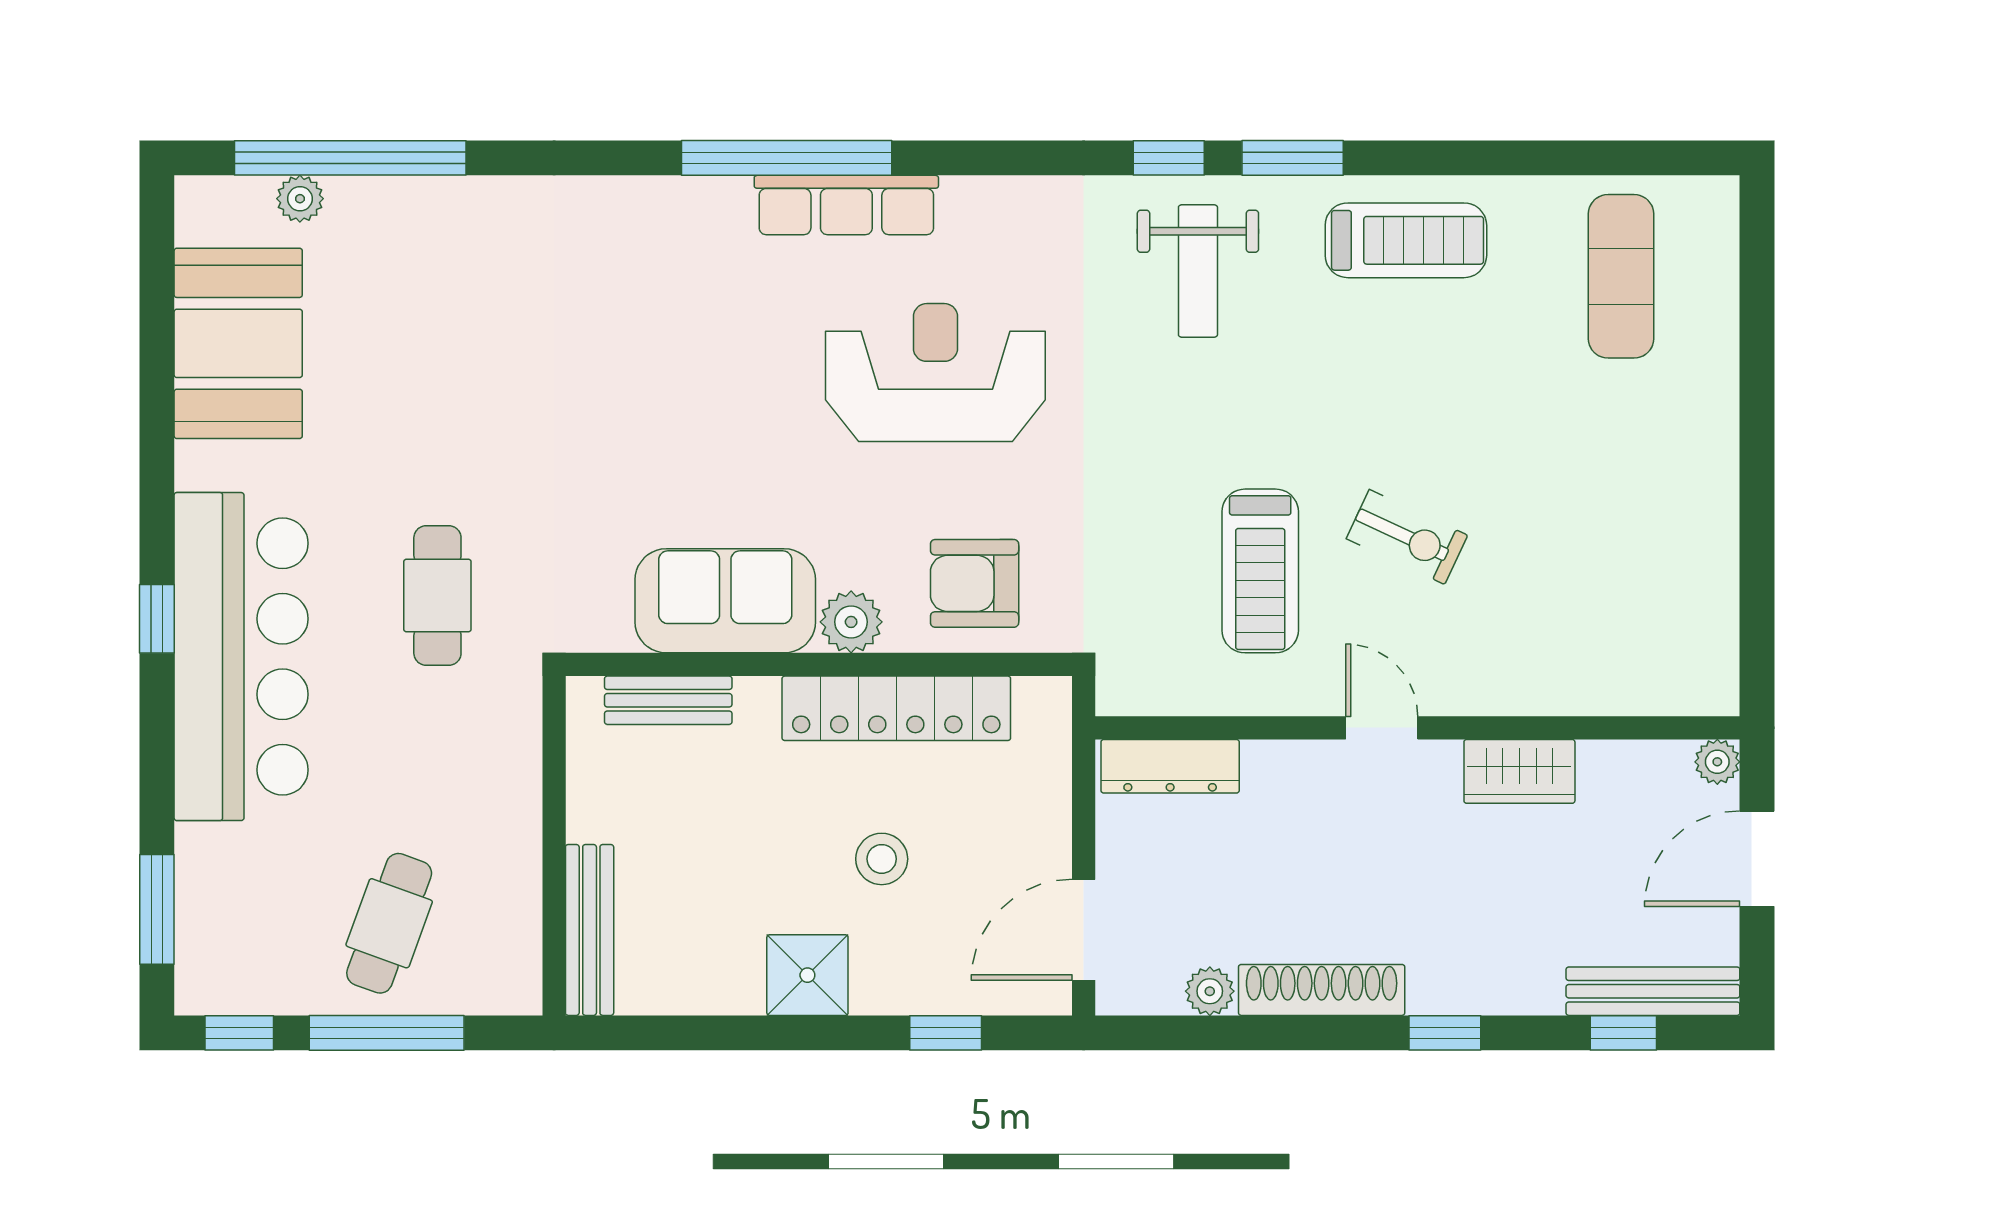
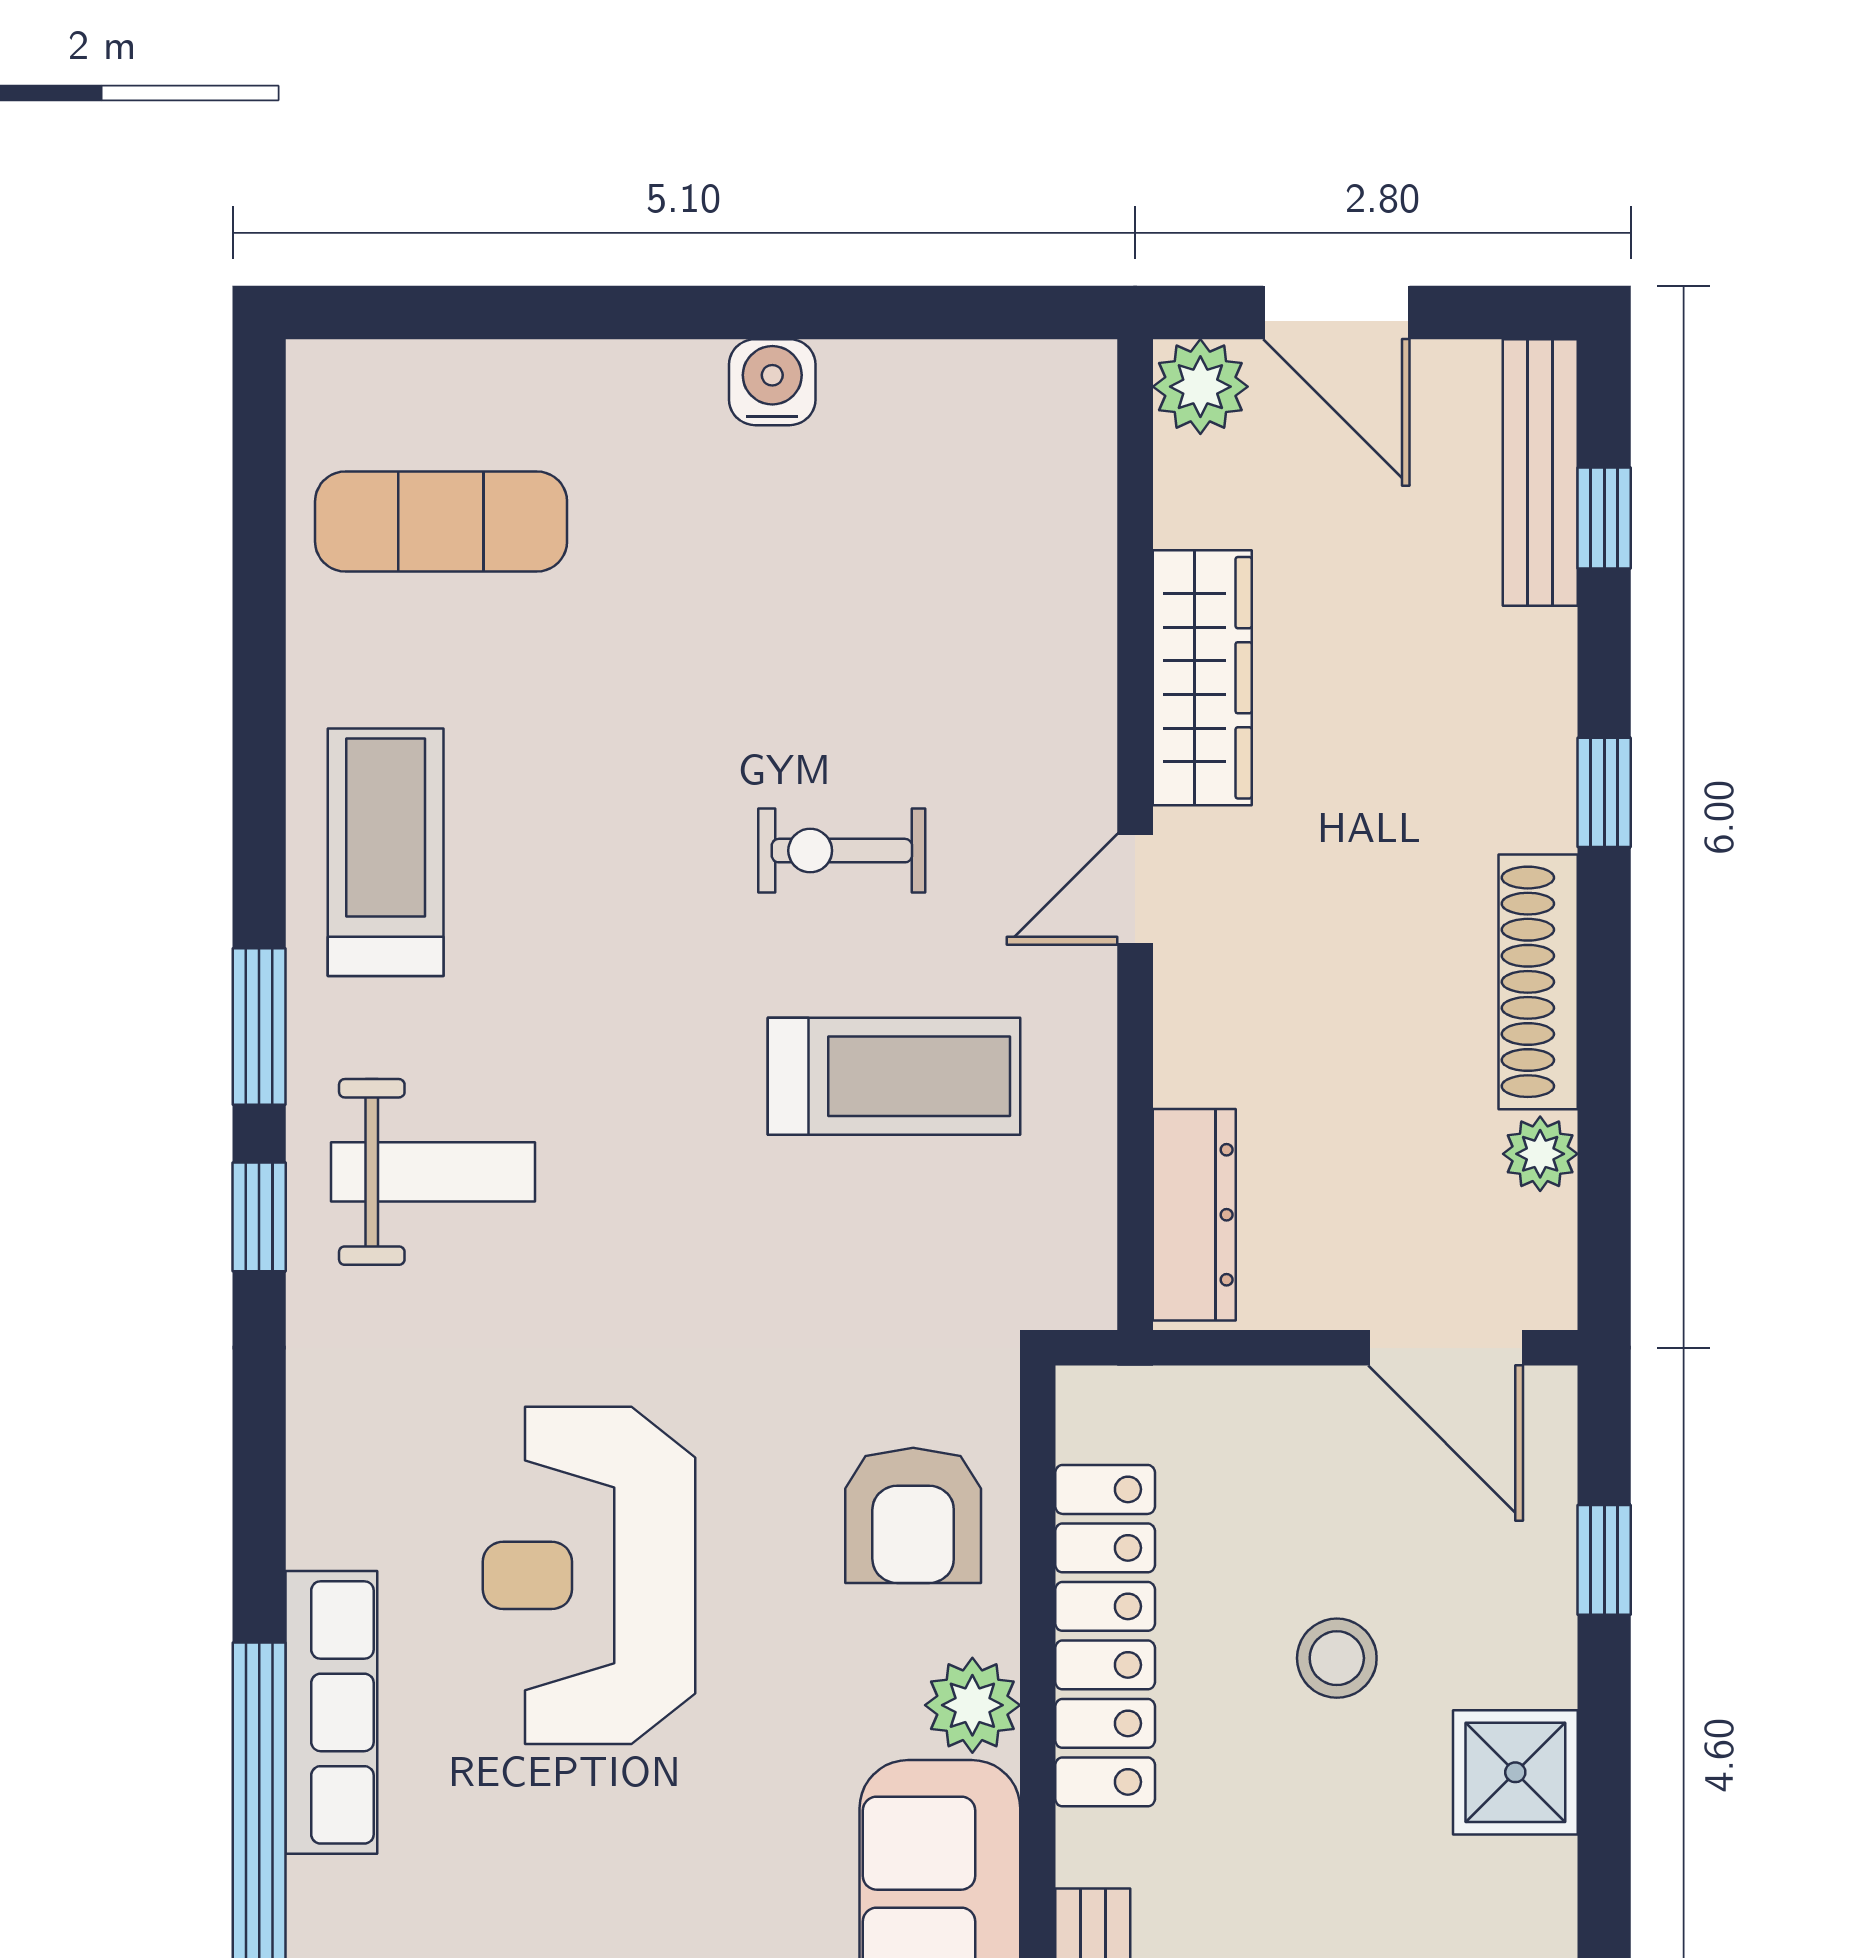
water cooler: (1712, 492) -> (772, 382), added
exercise bike: (1407, 537) -> (842, 851), turned -115
plant: (1717, 762) -> (1200, 387), width x1.38, depth x1.38
wardrobe: (1519, 771) -> (1202, 678), width x1.50

